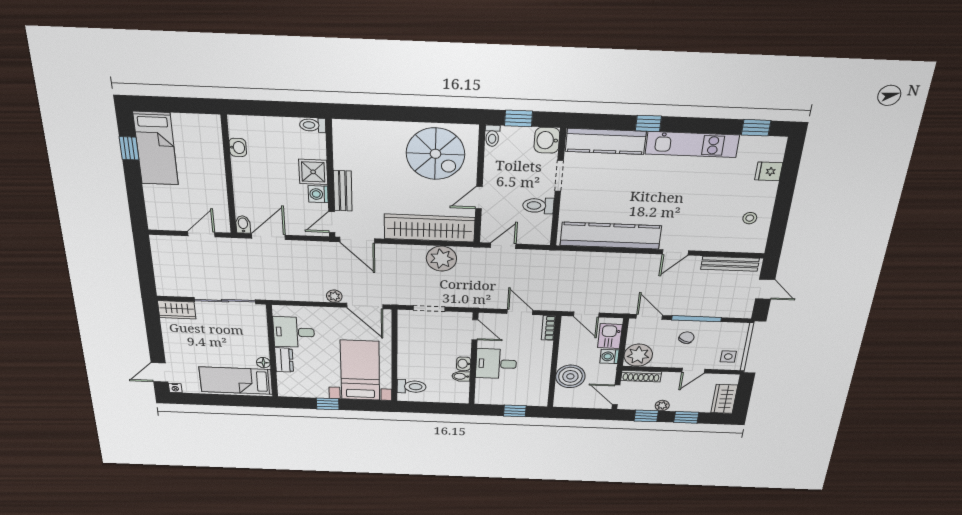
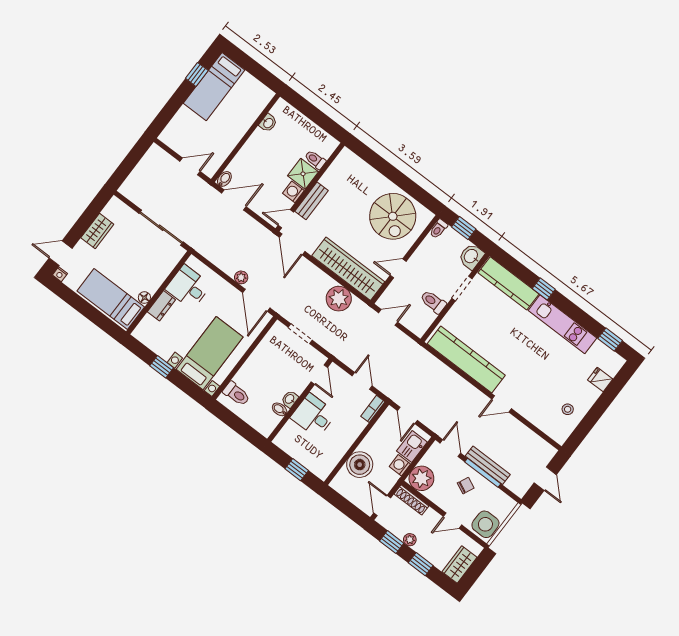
toilet: (313, 125) -> (315, 160), moved
bench: (730, 264) -> (488, 465), moved
wardrobe: (177, 310) -> (97, 231), moved, turned -90
side table: (728, 357) -> (485, 524), width x1.87, depth x1.87

